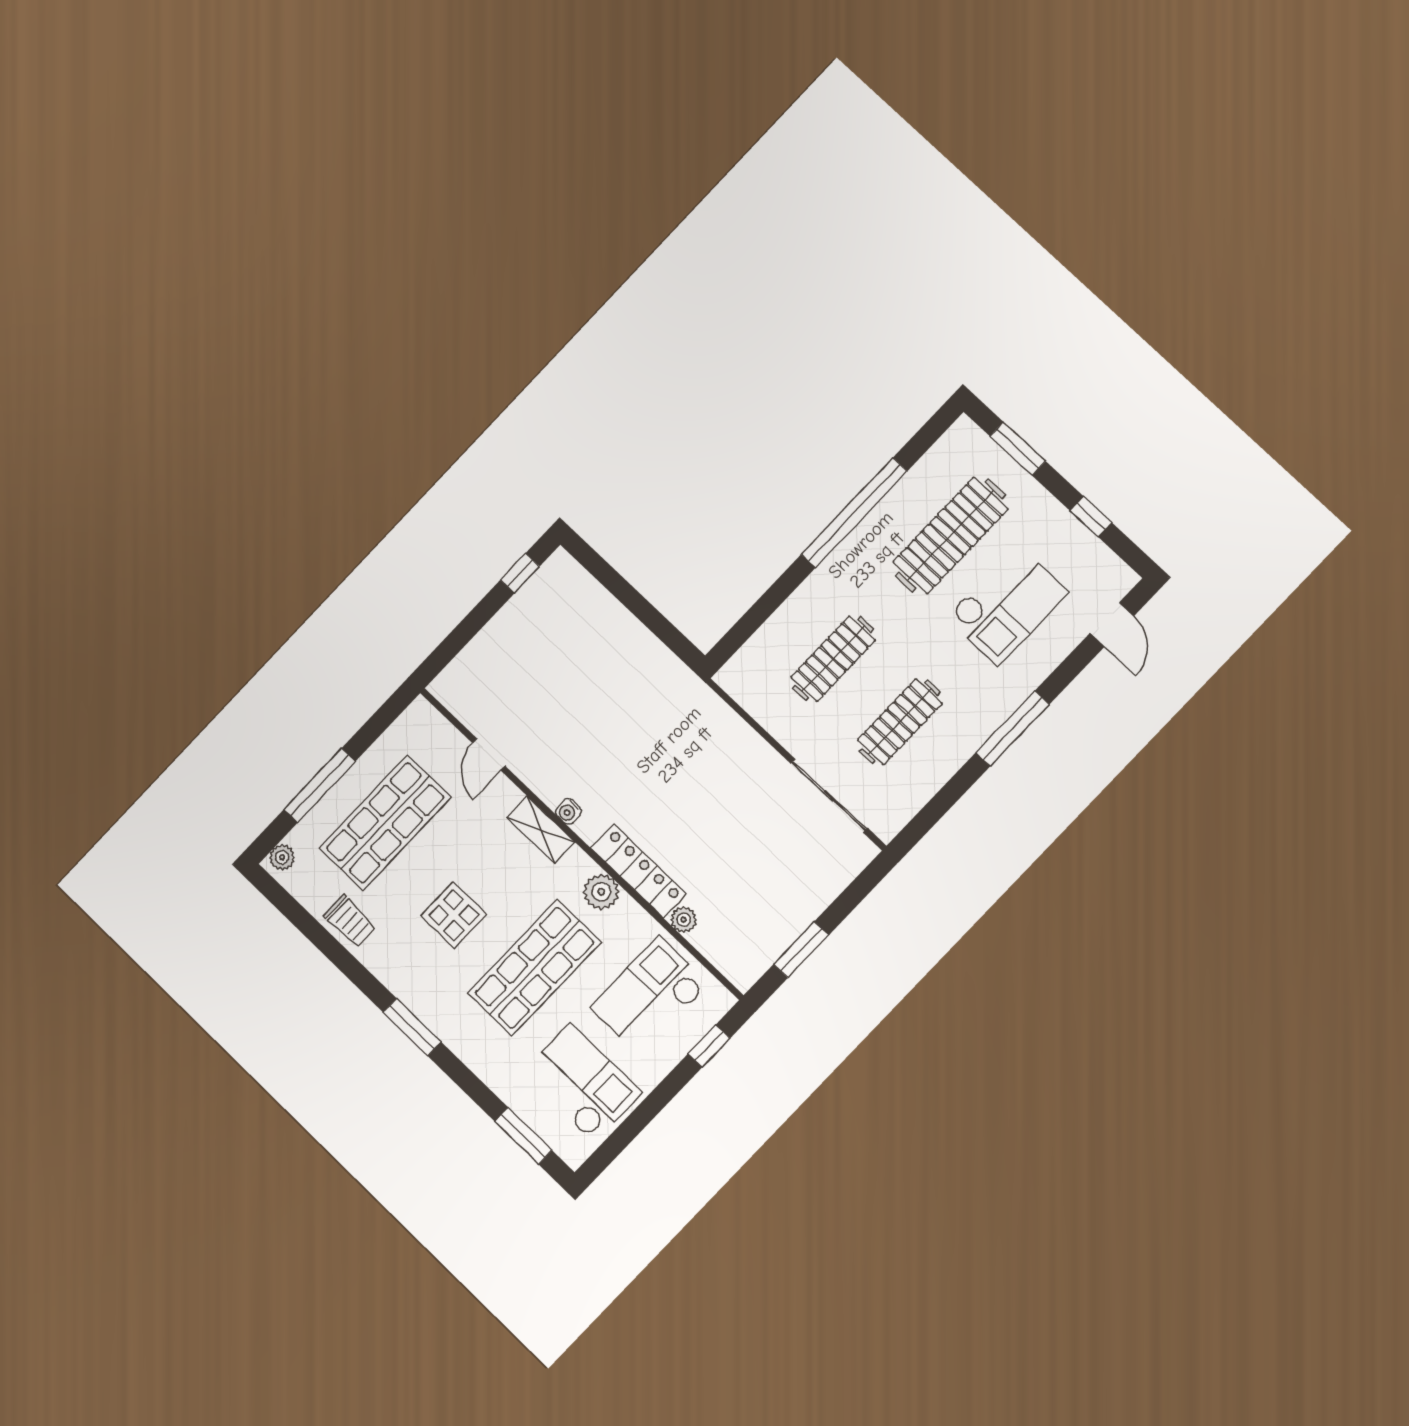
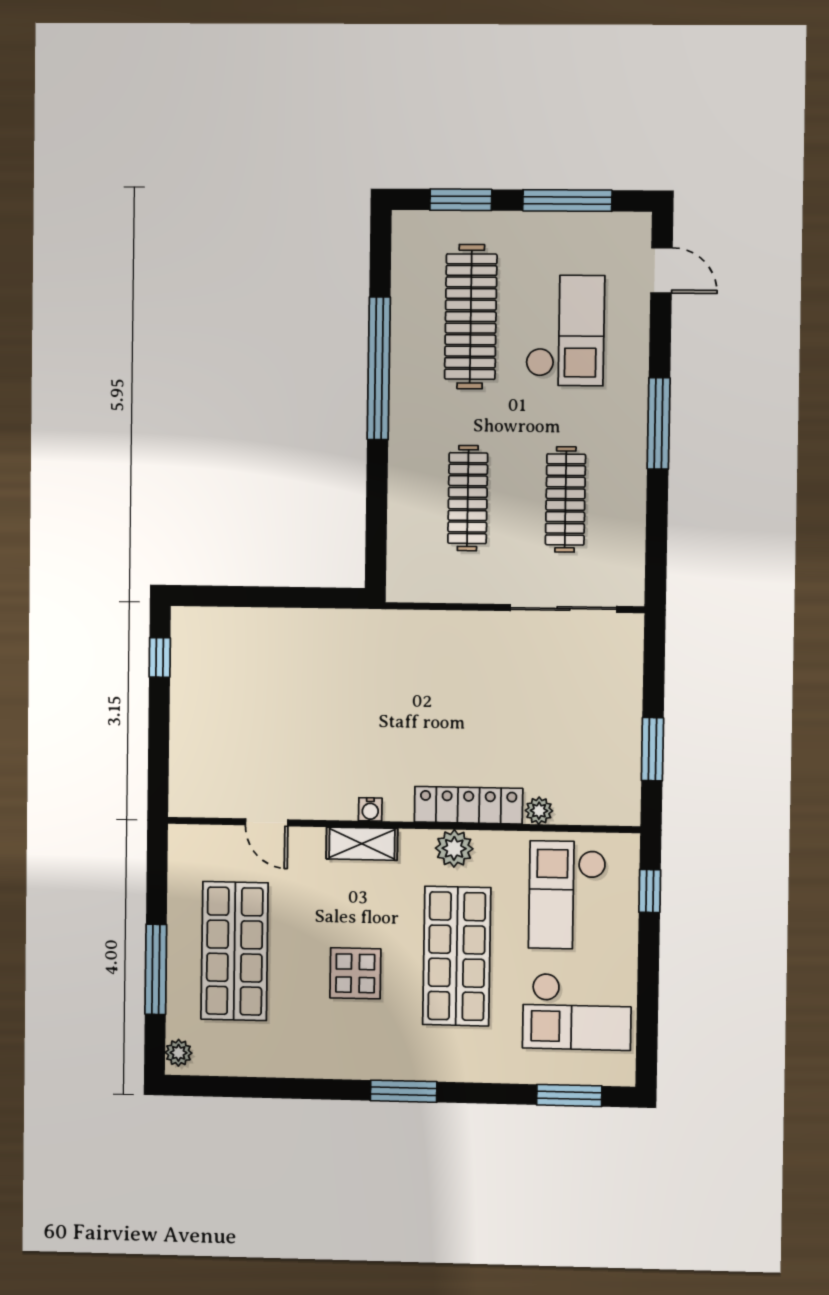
window: (1091, 517) -> (567, 201), width x2.17
trolley: (350, 921) -> (278, 1053), removed
checkout: (582, 1083) -> (577, 1012), turned 180

